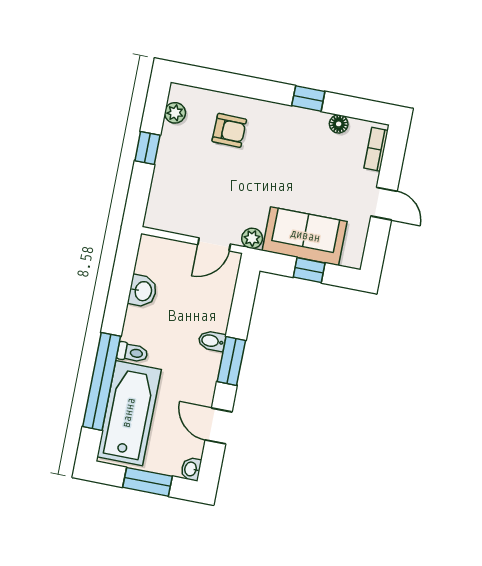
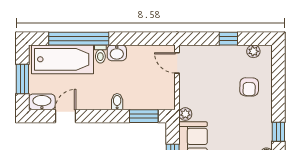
door: (214, 244) -> (177, 63), moved
washbasin: (143, 291) -> (117, 53), moved
window: (231, 361) -> (144, 116), moved
washbasin: (191, 469) -> (42, 102), width x1.91, depth x1.45

